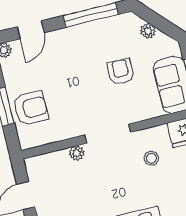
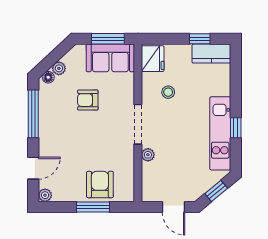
floor lamp: (135, 22) -> (48, 77), added
door: (31, 30) -> (33, 168), hinge flipped

